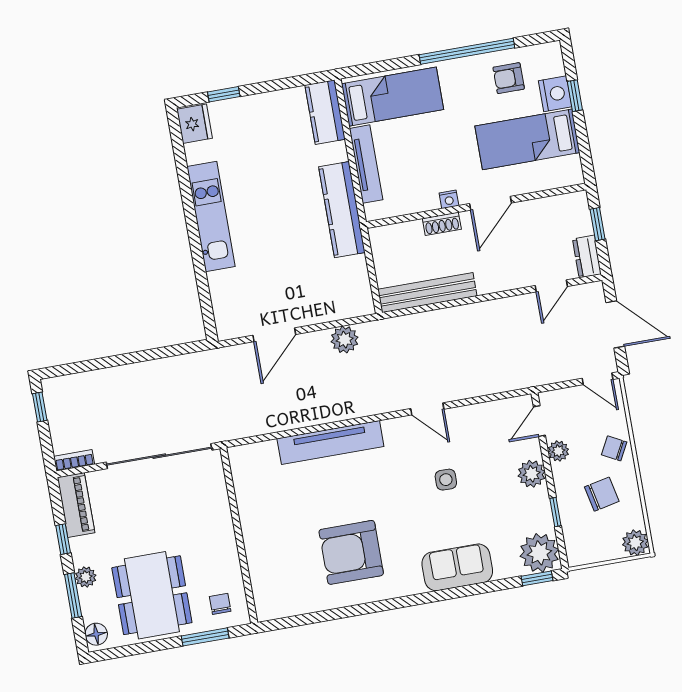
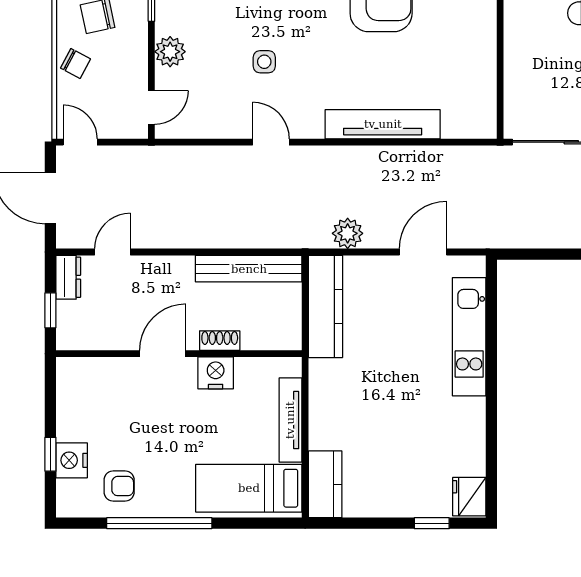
bed: (527, 139) -> (110, 416), removed
nightstand: (449, 199) -> (216, 373), width x1.89, depth x1.79
kitchen counter: (342, 210) -> (326, 306), moved
kitchen unit: (211, 216) -> (469, 337), moved
plant: (558, 451) -> (137, 71), removed

